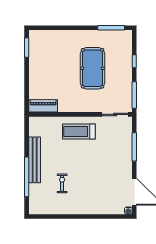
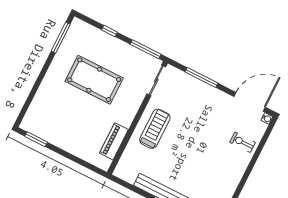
piano: (43, 106) -> (114, 141), moved
treadmill: (79, 132) -> (155, 129), turned 180
exercise bike: (62, 183) -> (243, 142), moved

